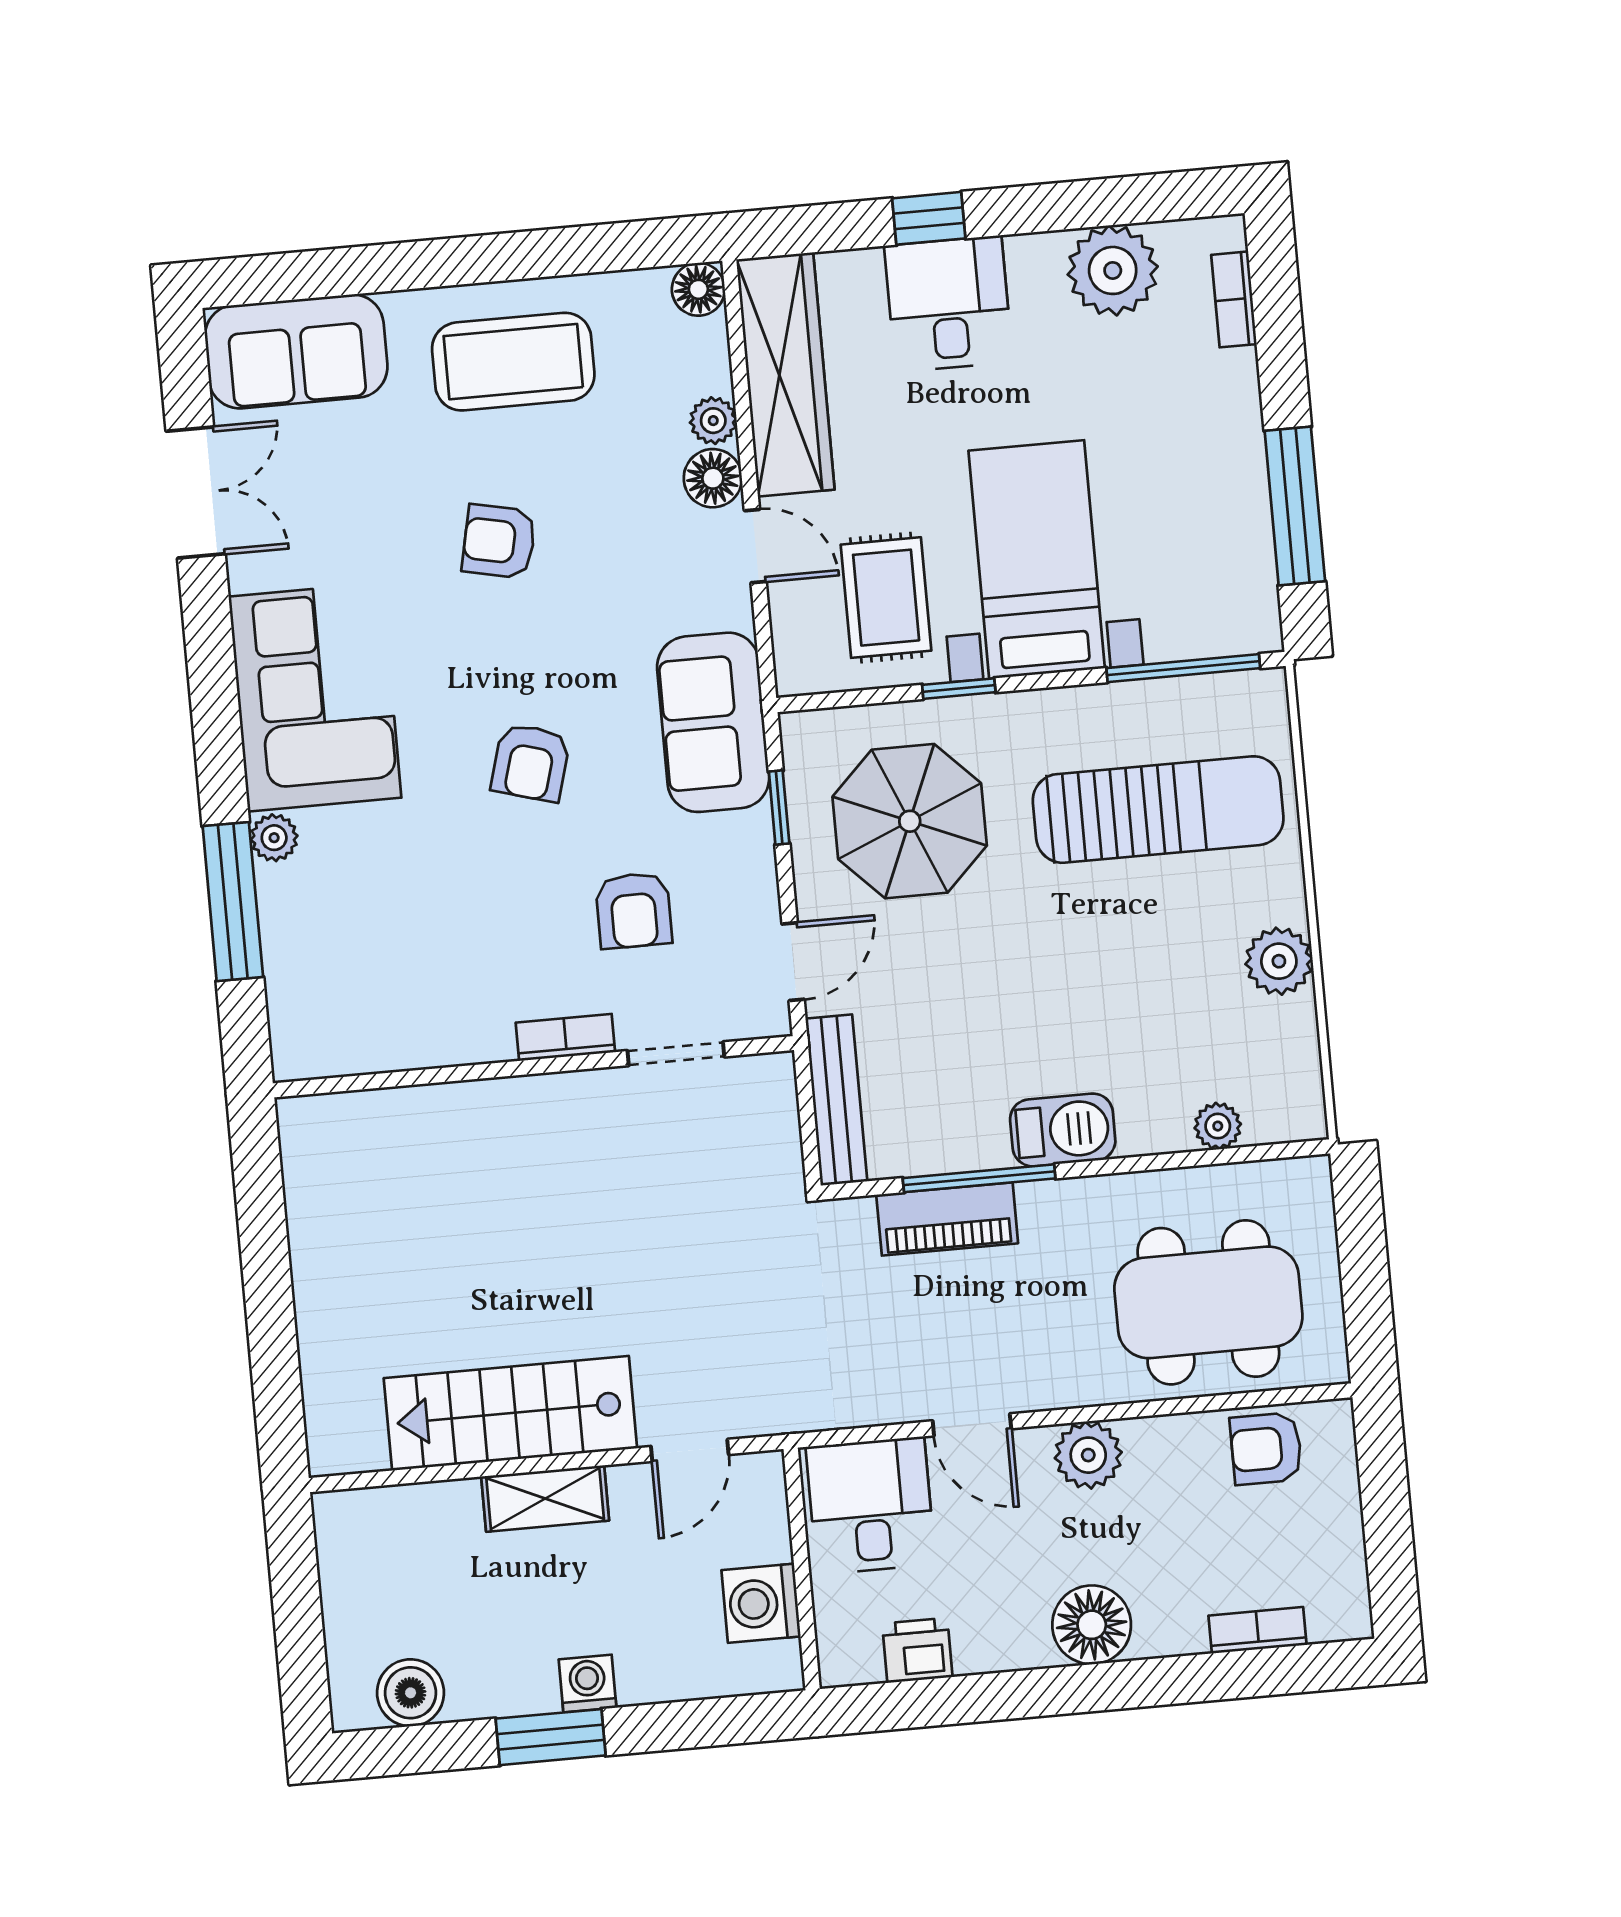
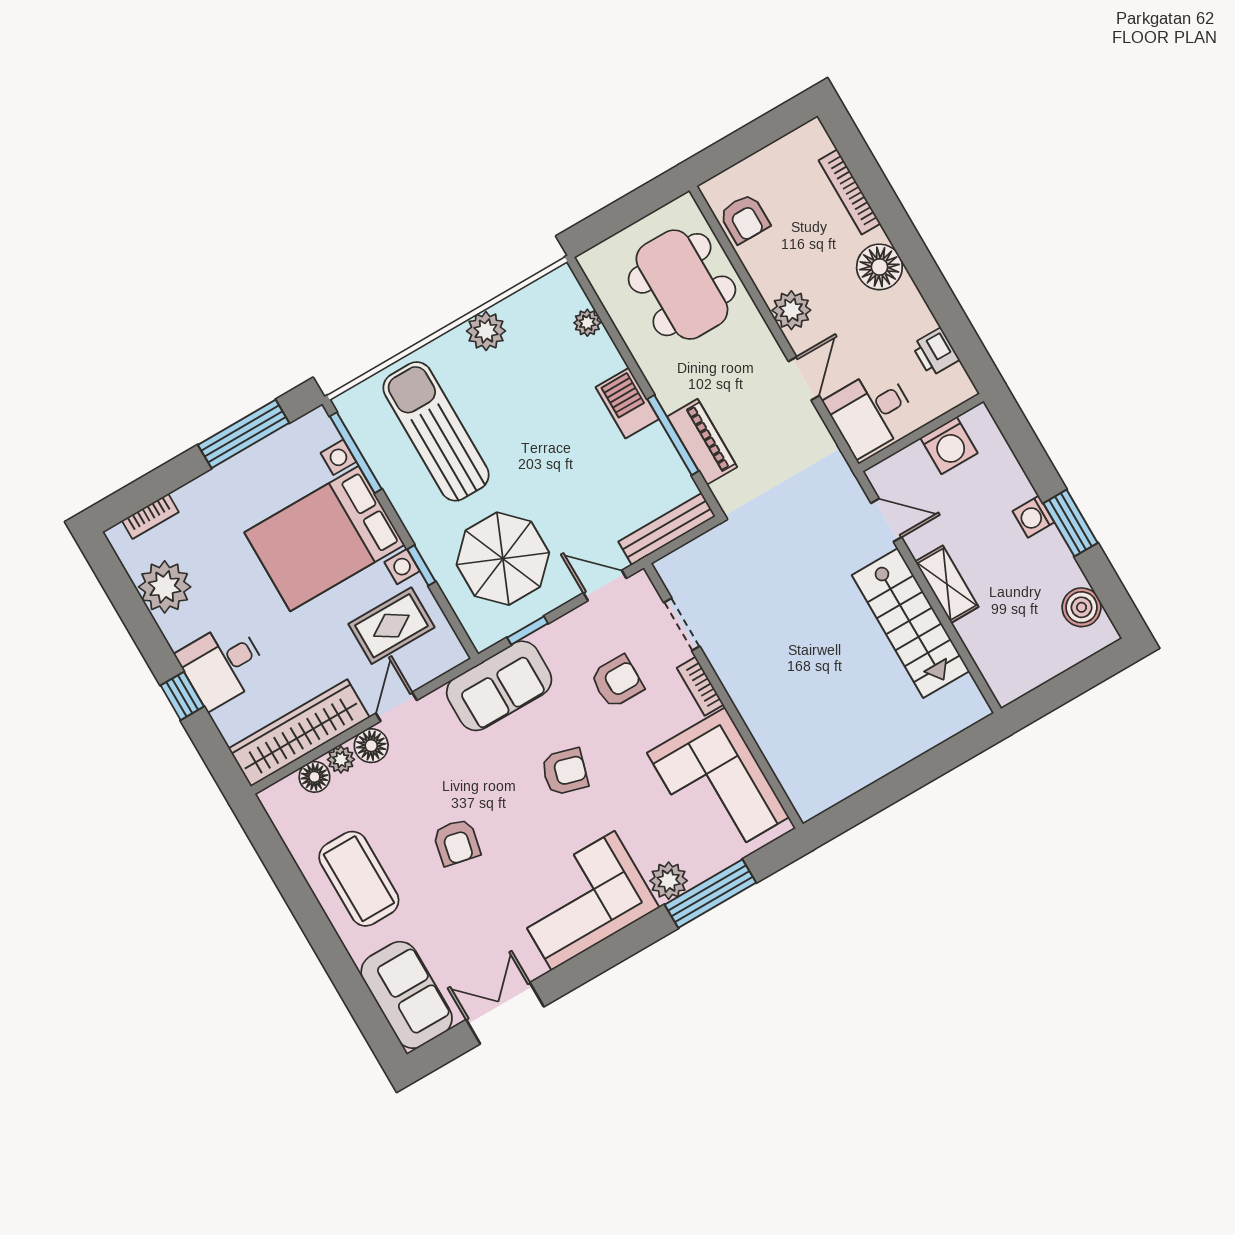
floor lamp: (698, 289) -> (314, 777), moved
bed with nightstands: (1037, 559) -> (324, 539), width x1.36
plant: (274, 838) -> (669, 881), width x1.38, depth x1.38
corner sofa: (398, 993) -> (718, 785), added
bookcase: (1258, 1630) -> (850, 192), width x1.56

